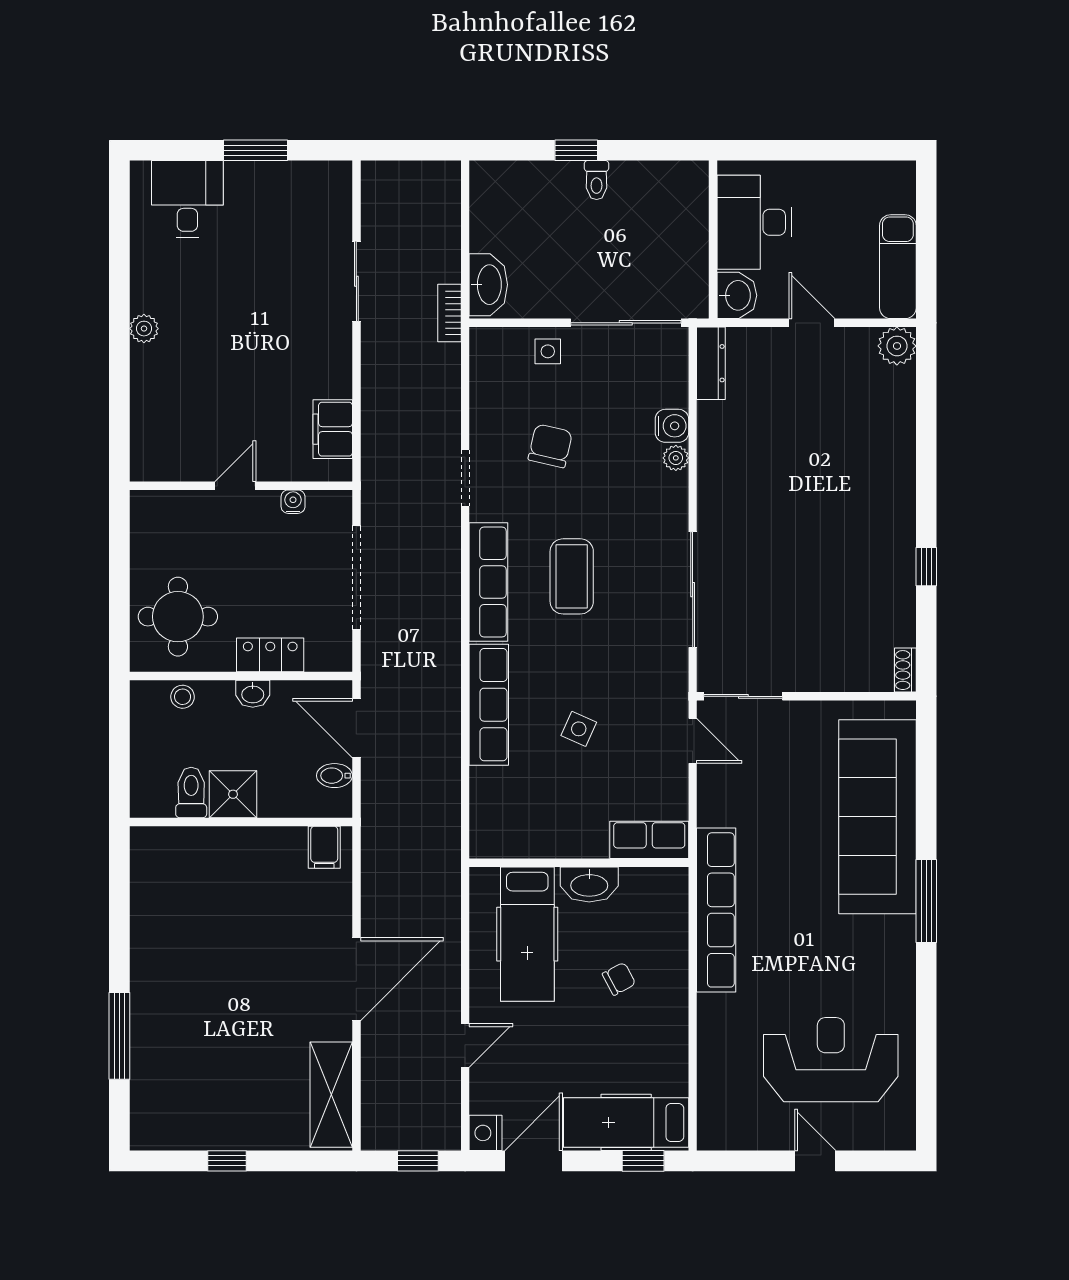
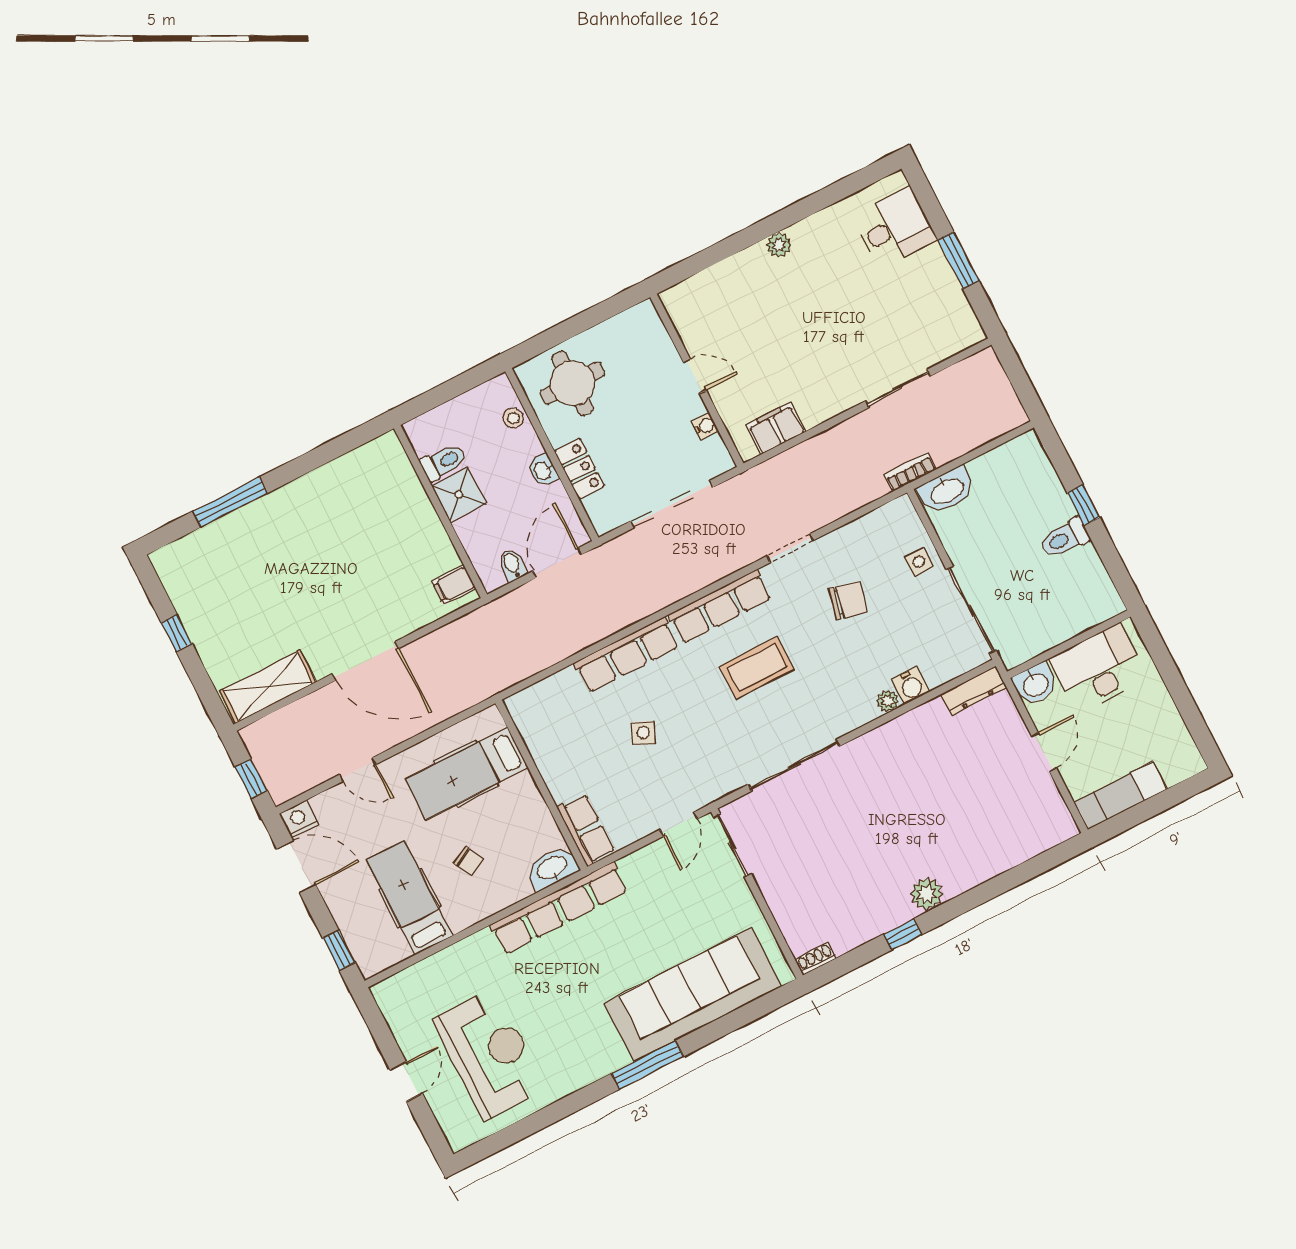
toilet: (597, 180) -> (1065, 538), width x1.37, depth x1.39
plant: (897, 346) -> (927, 894), moved
washbasin: (589, 884) -> (552, 868), moved, turned 90
hospital bed: (626, 1122) -> (410, 898), moved

